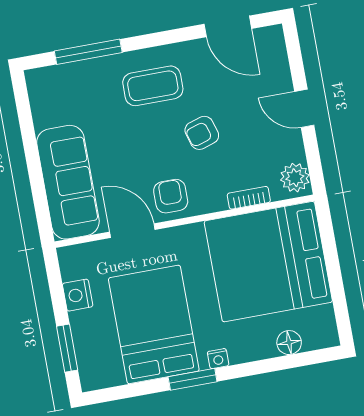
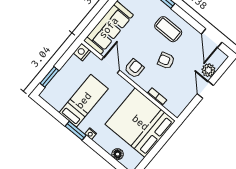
plant: (295, 178) -> (208, 70), moved
nightstand: (78, 295) -> (82, 52), moved
bed: (154, 324) -> (84, 101), width x0.67

